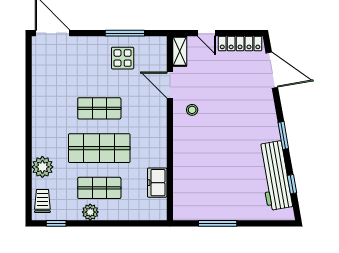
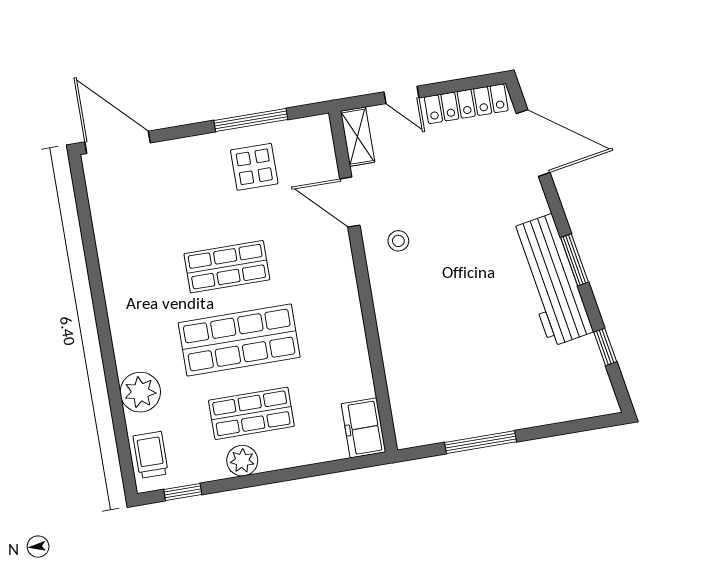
workbench: (275, 176) -> (551, 280), moved
freezer: (157, 183) -> (364, 428), moved

